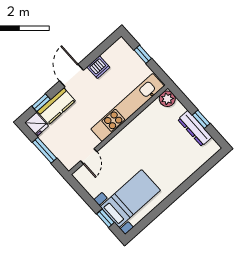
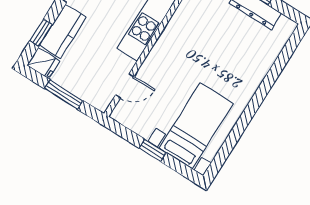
door: (89, 156) -> (125, 86), hinge flipped
window: (105, 218) -> (153, 150), moved

